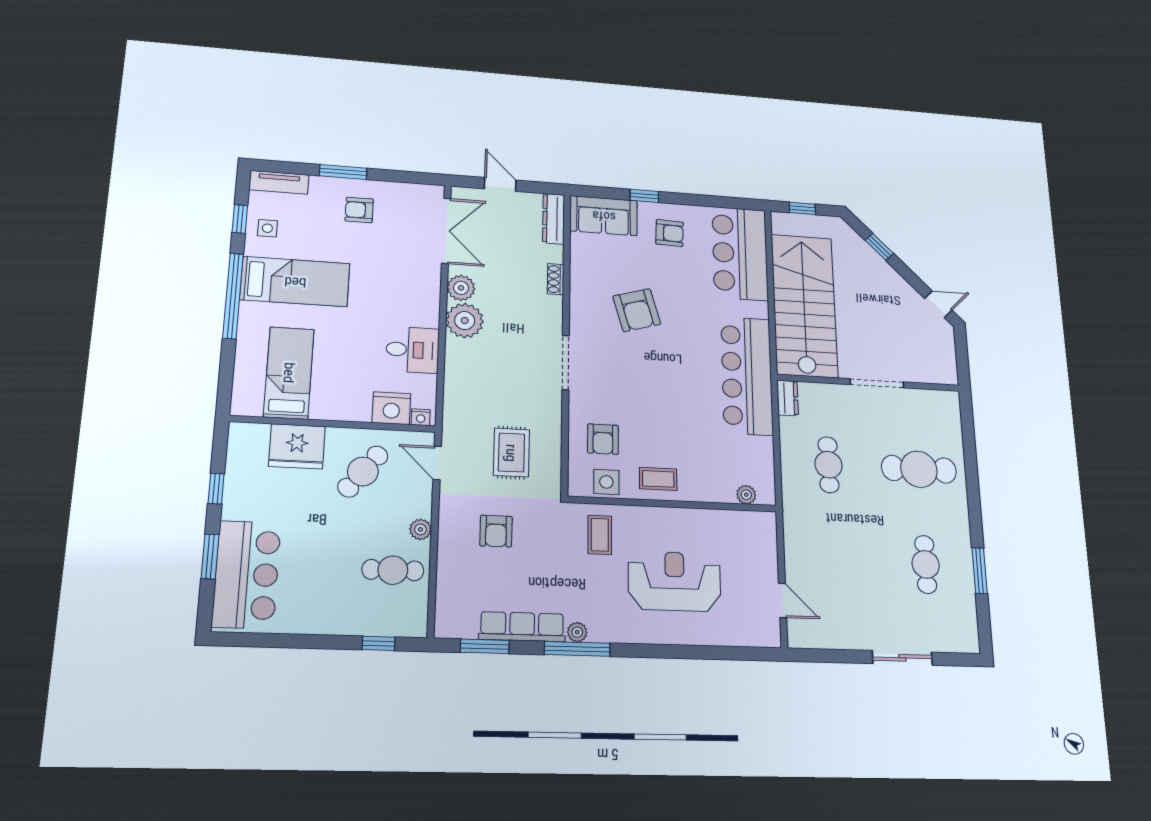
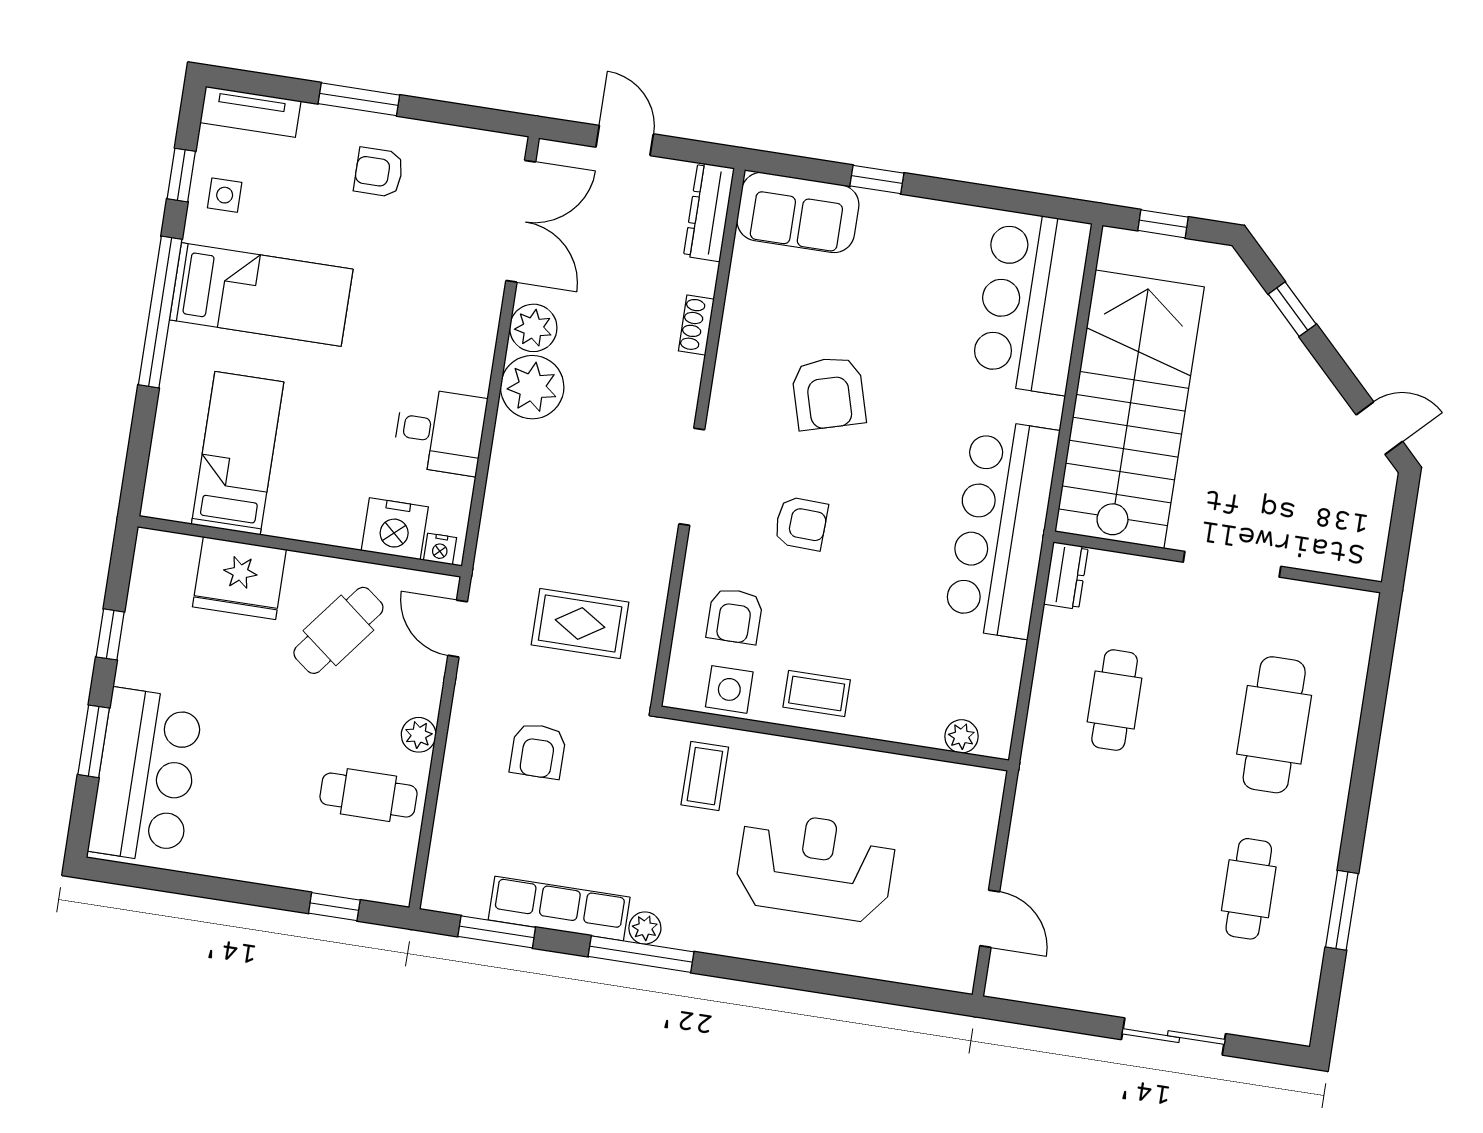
armchair: (670, 233) -> (801, 523), moved
rug: (511, 453) -> (580, 623), turned 90
cafe table: (919, 469) -> (1274, 725), turned 90

